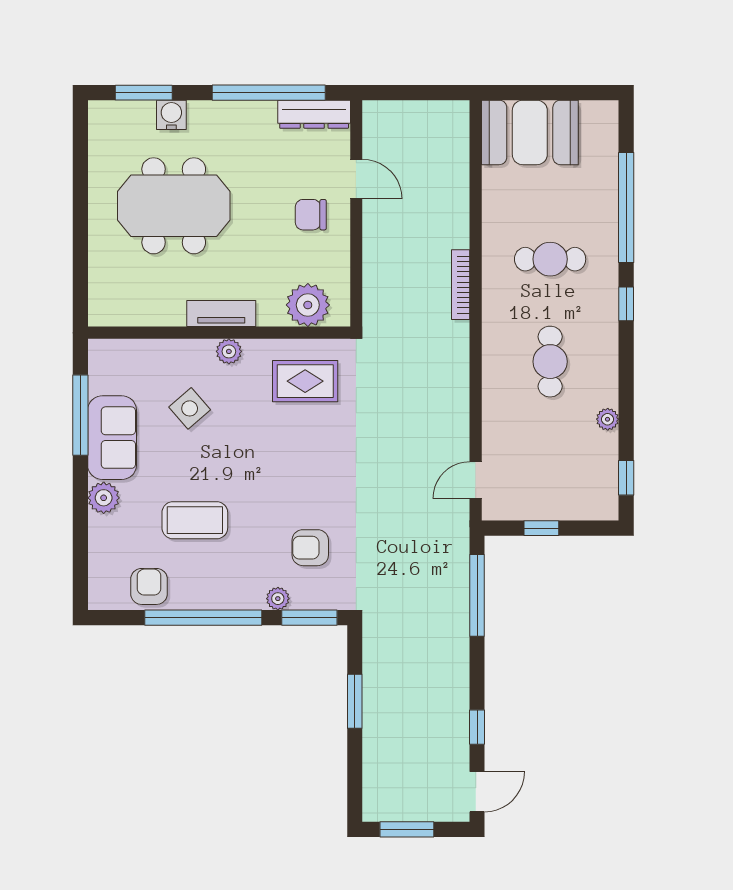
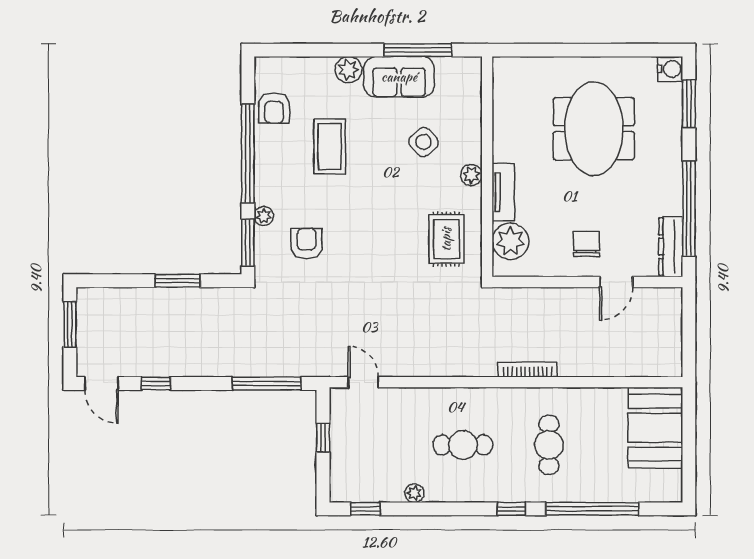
water cooler: (171, 115) -> (670, 69), moved
tv unit: (221, 314) -> (503, 192), moved
armchair: (149, 586) -> (274, 108), turned 90

